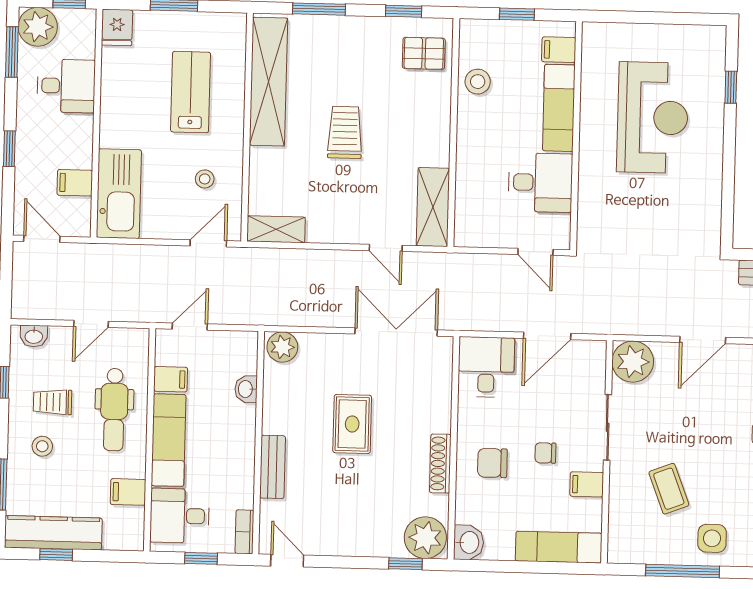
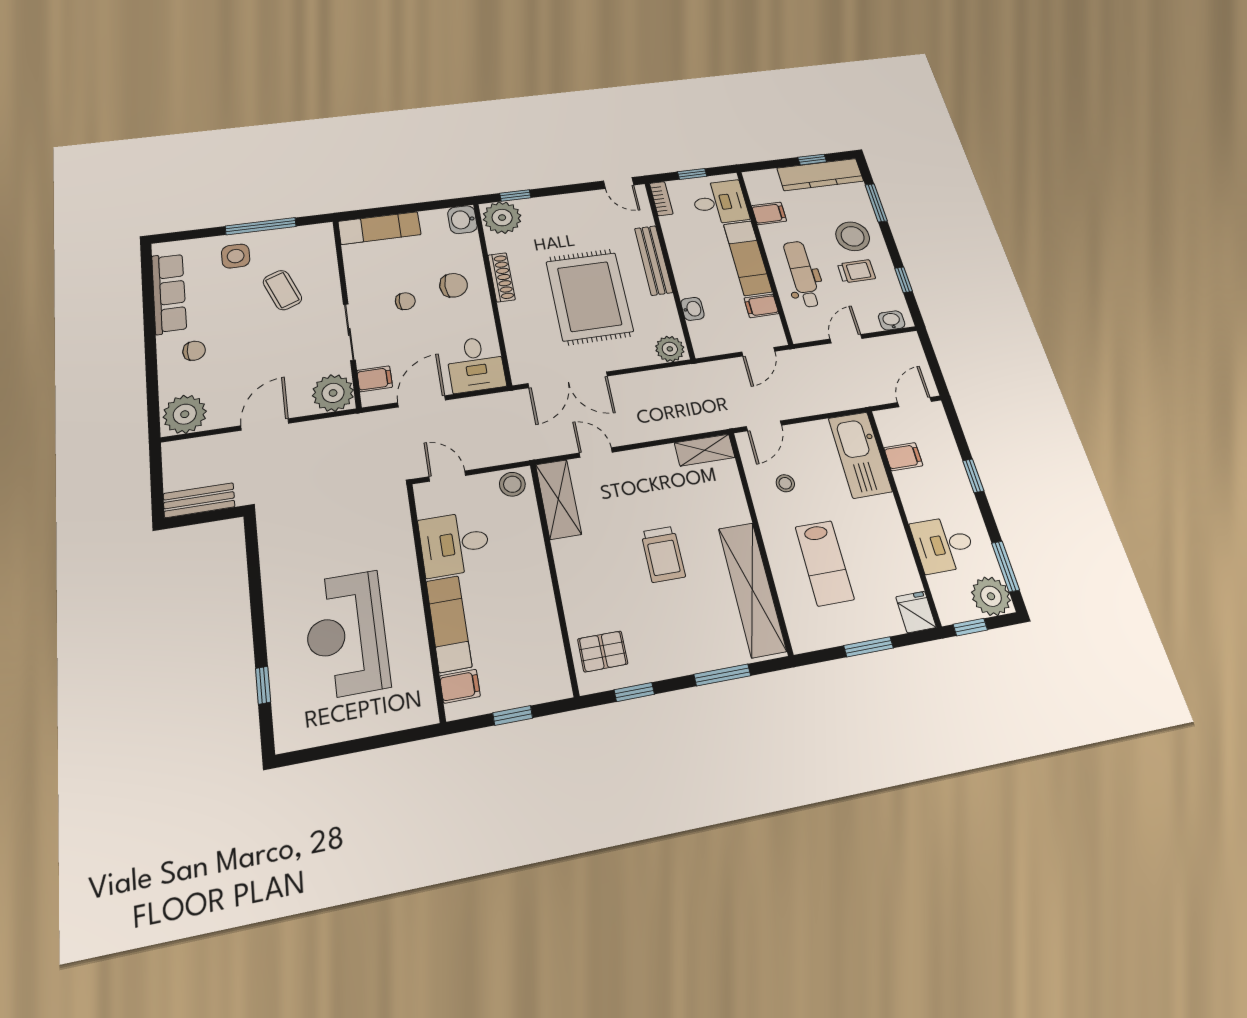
stool: (478, 82) -> (512, 484), moved
door: (42, 239) -> (915, 402), swing flipped
rug: (352, 424) -> (589, 296), width x1.86, depth x2.06
stool: (42, 446) -> (853, 236), width x1.89, depth x1.89
bench: (273, 467) -> (653, 260), width x1.36
filing cabinet: (587, 484) -> (375, 379), moved

